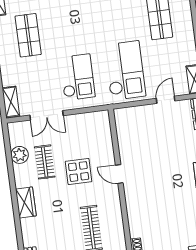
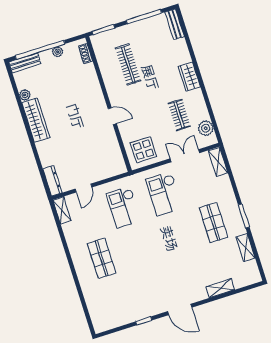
checkout: (125, 70) -> (124, 207), width x0.73, depth x0.83
plant: (20, 155) -> (206, 128), moved
display table: (79, 172) -> (143, 150), moved

